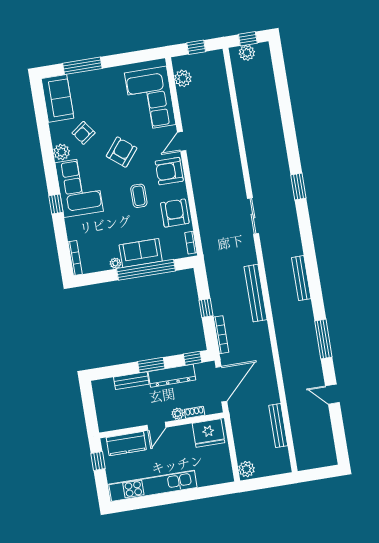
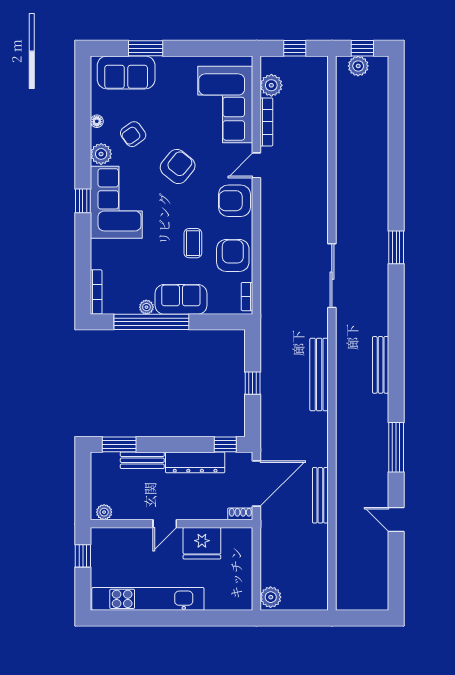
window: (82, 66) -> (146, 48), width x0.69
sofa: (58, 98) -> (126, 72), moved, turned 90
floor lamp: (54, 128) -> (97, 121), added
coffee table: (139, 196) -> (193, 243), moved
window: (56, 204) -> (83, 201), moved
sliding door: (253, 216) -> (332, 276), width x1.37
window: (146, 270) -> (151, 322), moved
bookcase: (221, 335) -> (266, 122), moved
window: (151, 365) -> (119, 444), moved
shoe rack: (194, 412) -> (240, 514), moved
plant: (178, 414) -> (104, 512), moved
bench: (278, 426) -> (320, 495), moved
fridge: (208, 433) -> (202, 543), moved
kitchen counter: (126, 444) -> (123, 540), removed

